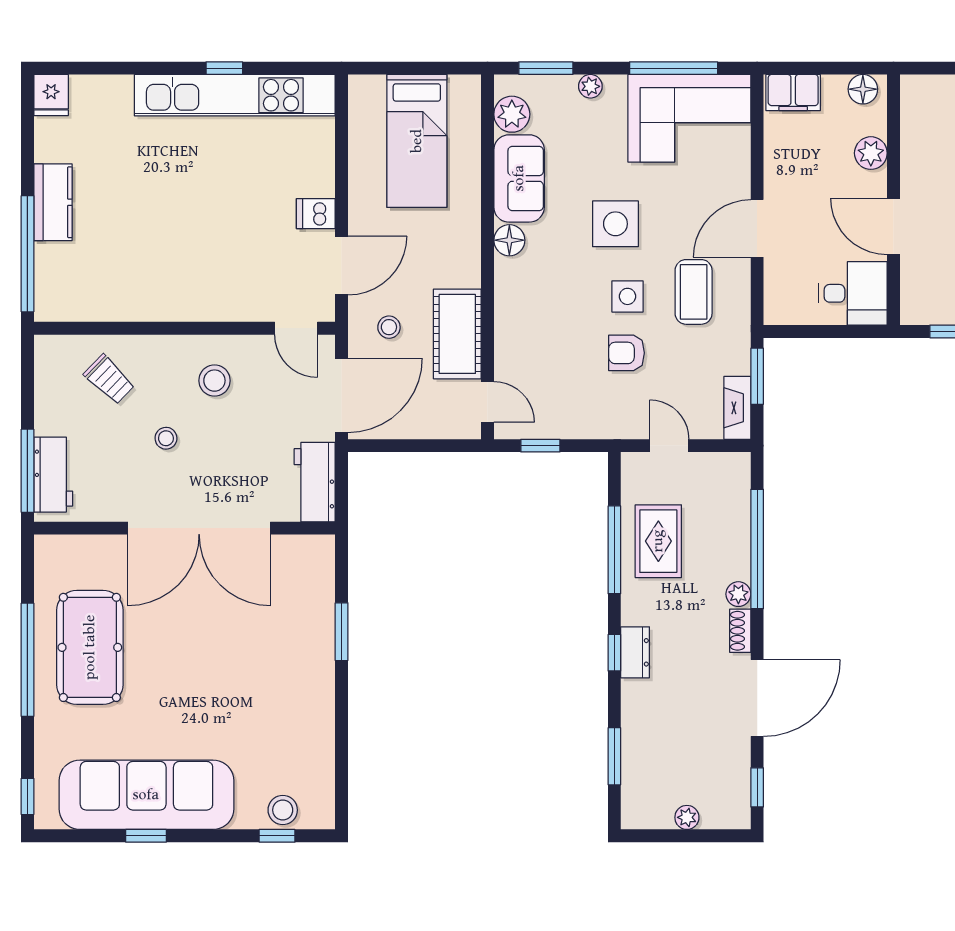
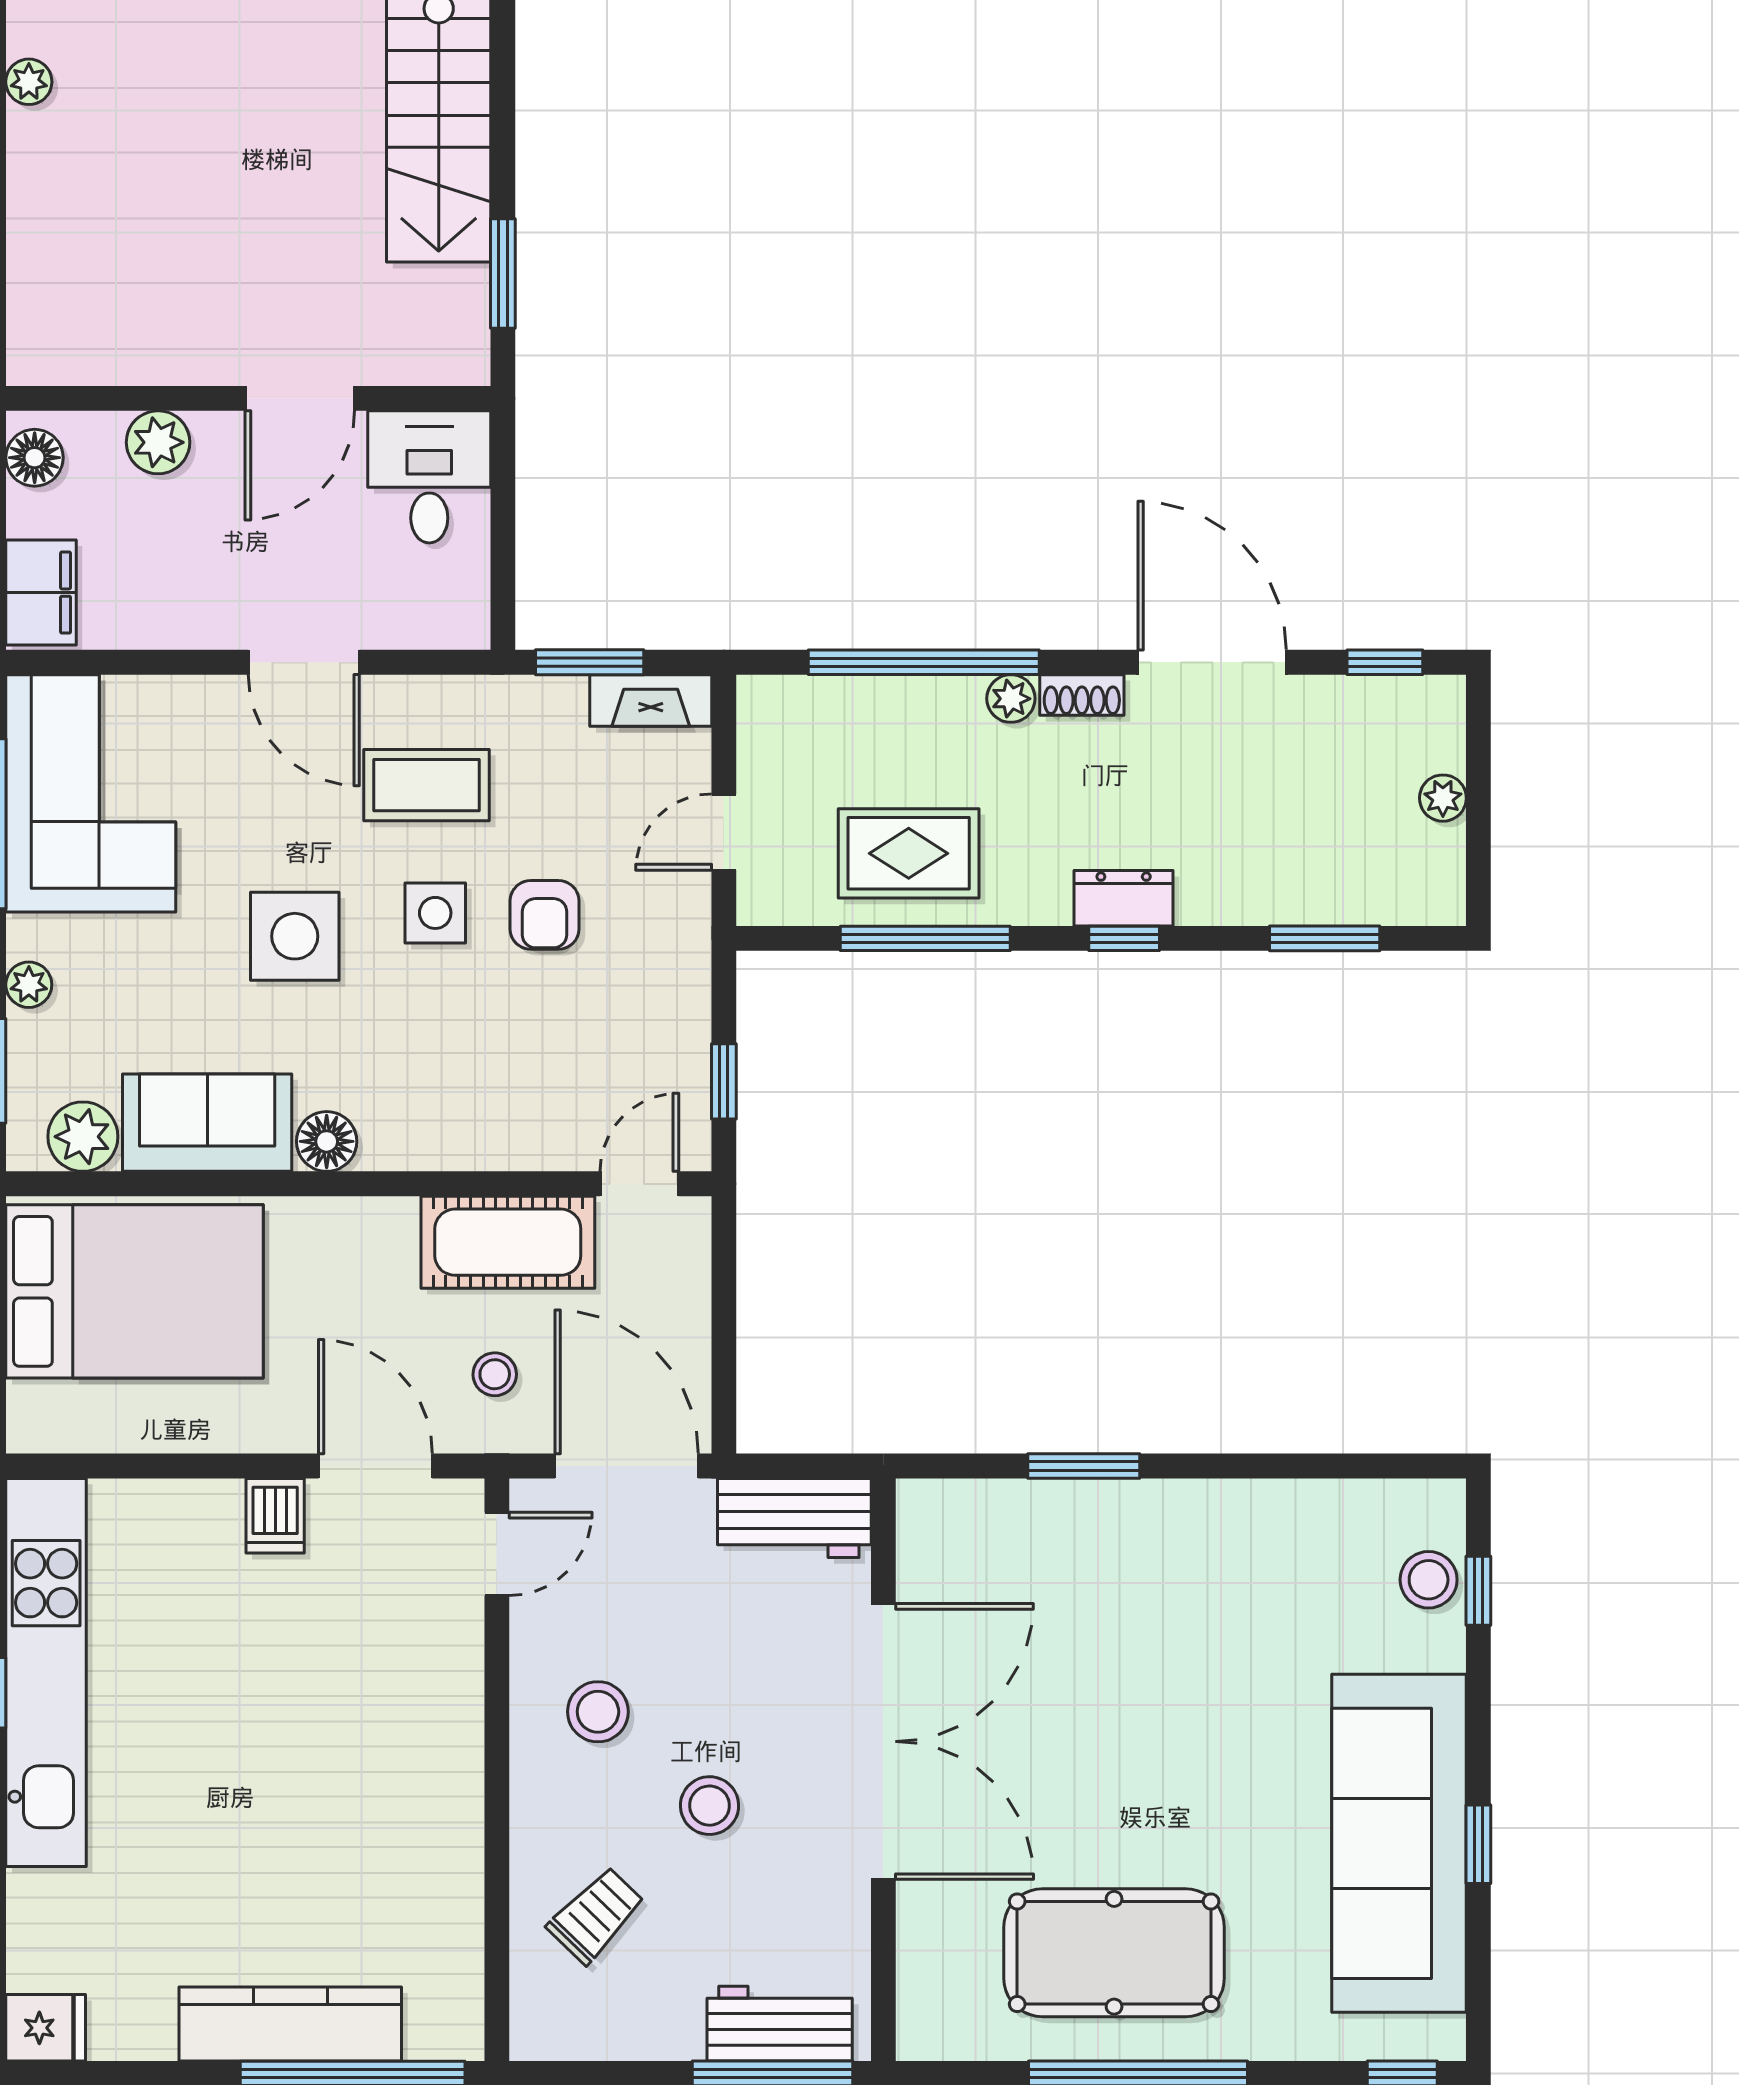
bed: (417, 141) -> (135, 1291), width x1.50
kitchen counter: (53, 202) -> (290, 2024), width x1.50
stool: (166, 438) -> (710, 1806), width x1.37, depth x1.37

